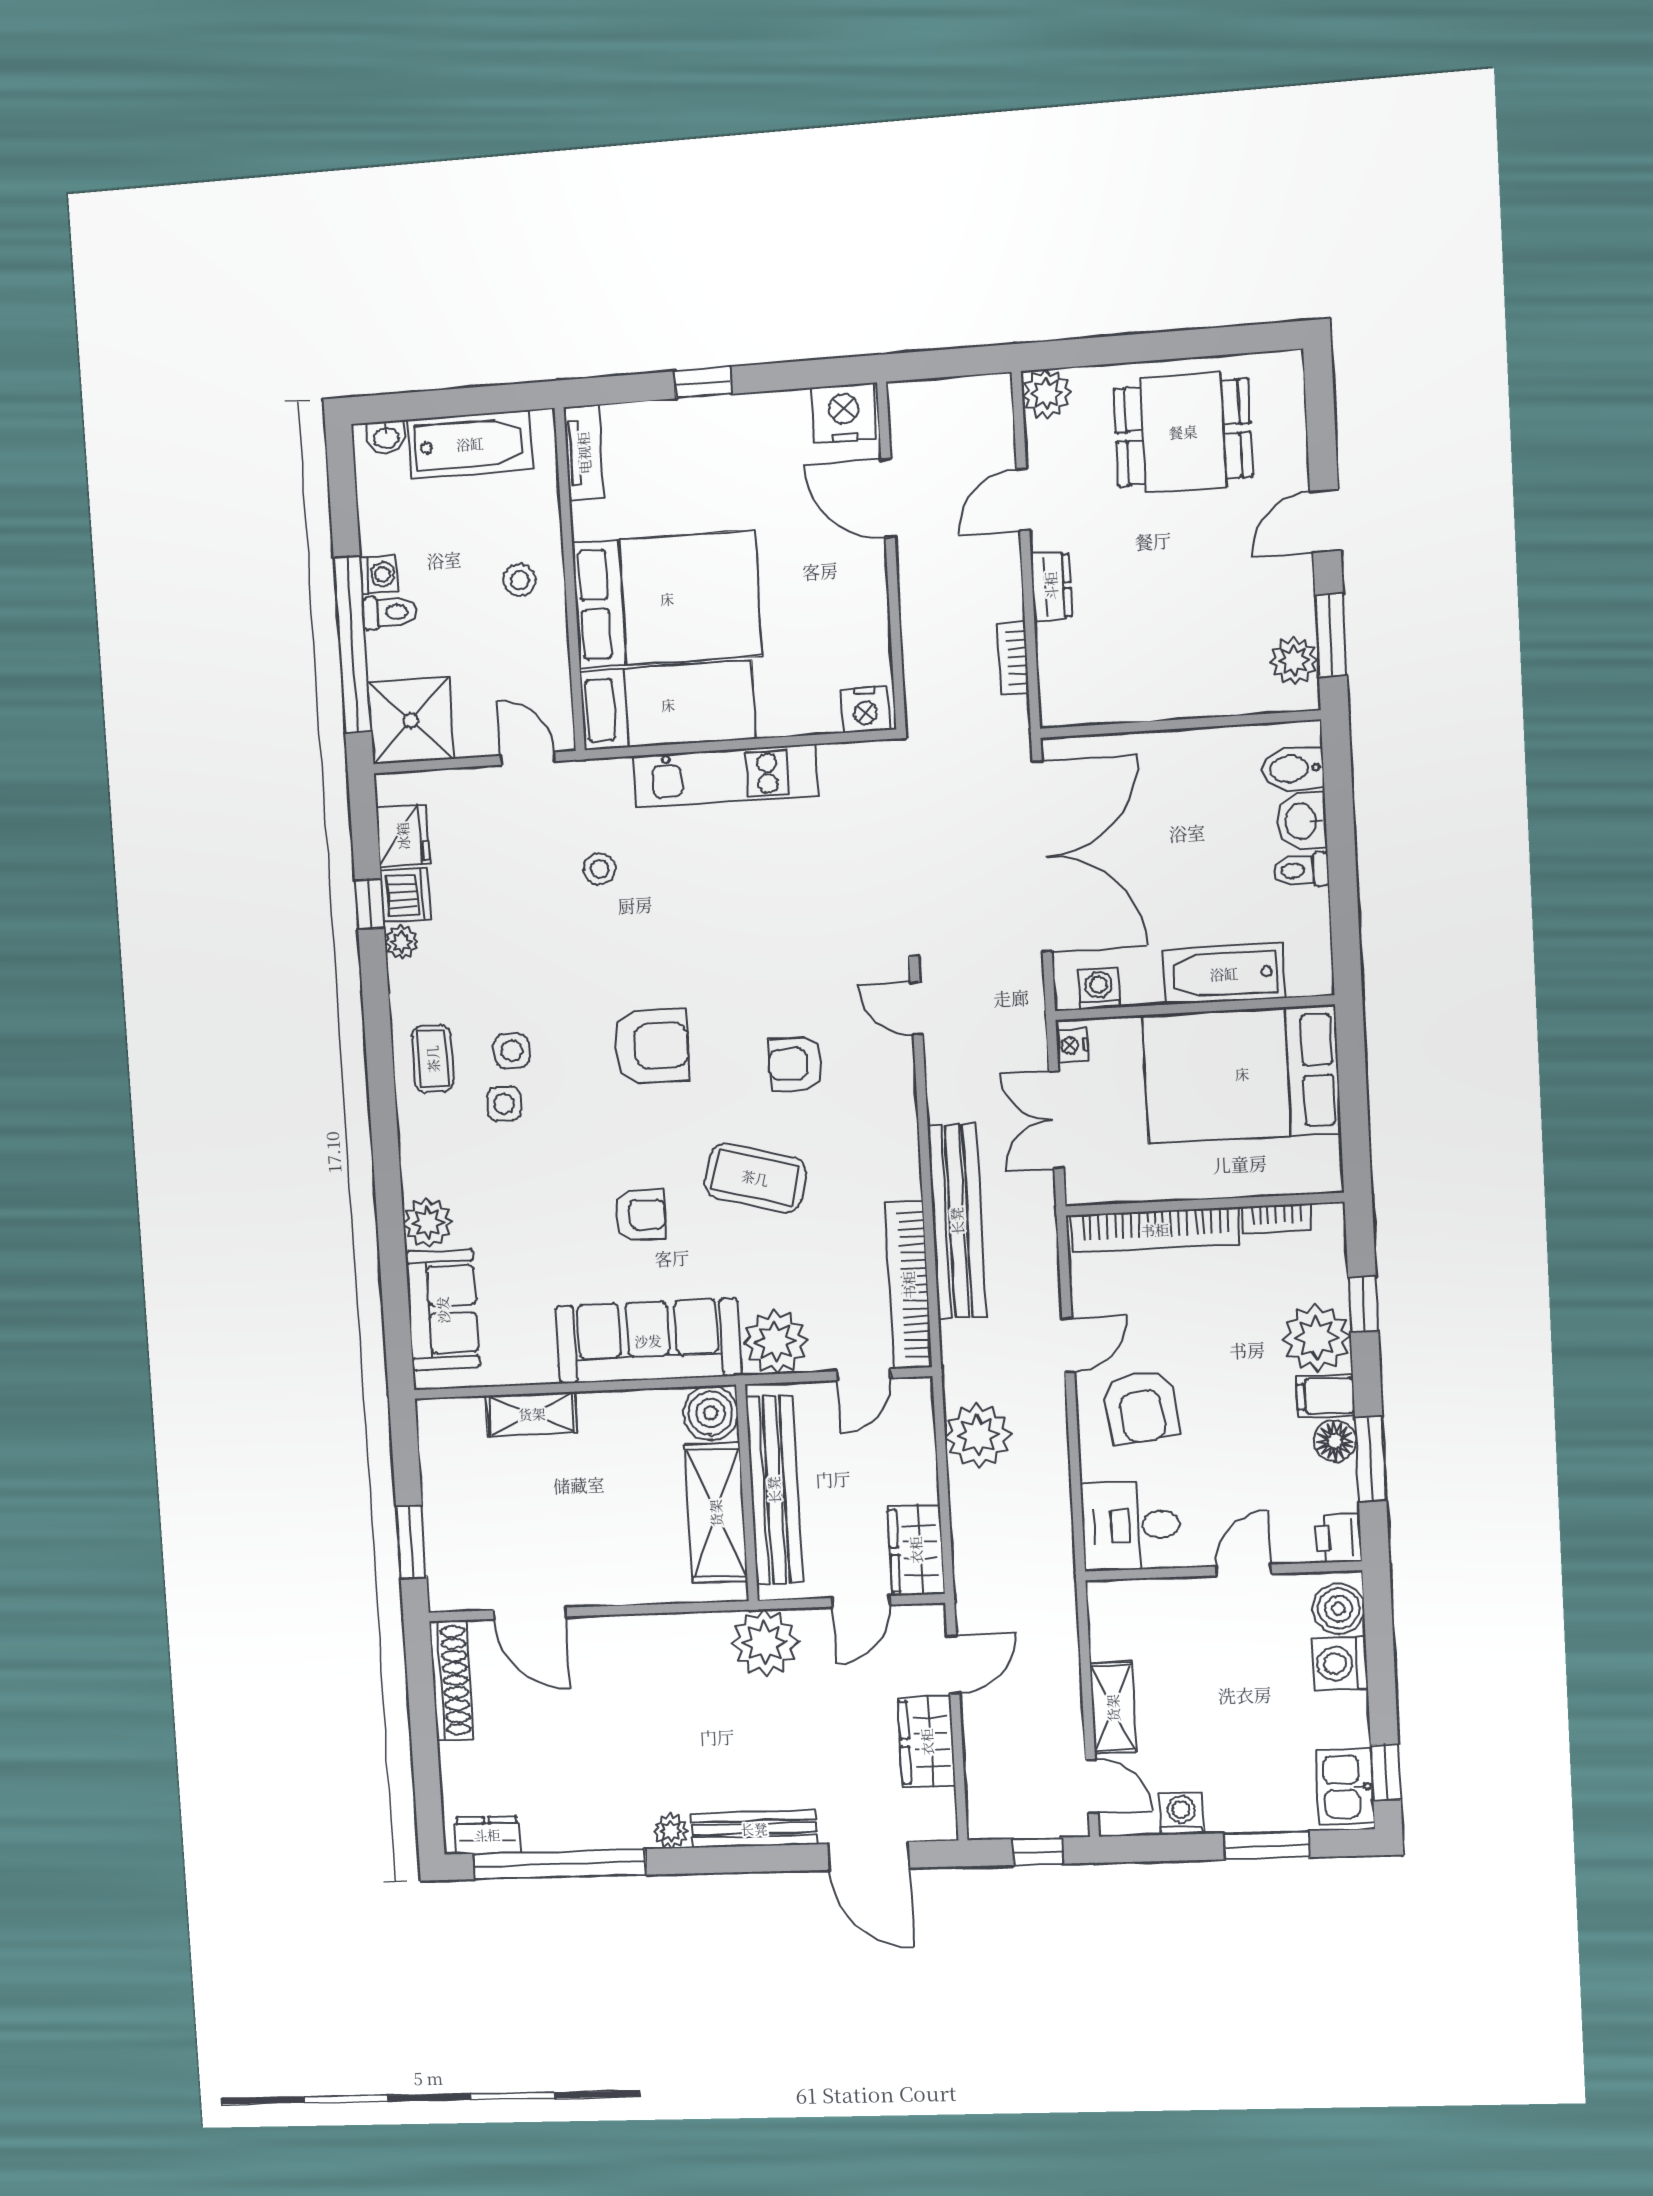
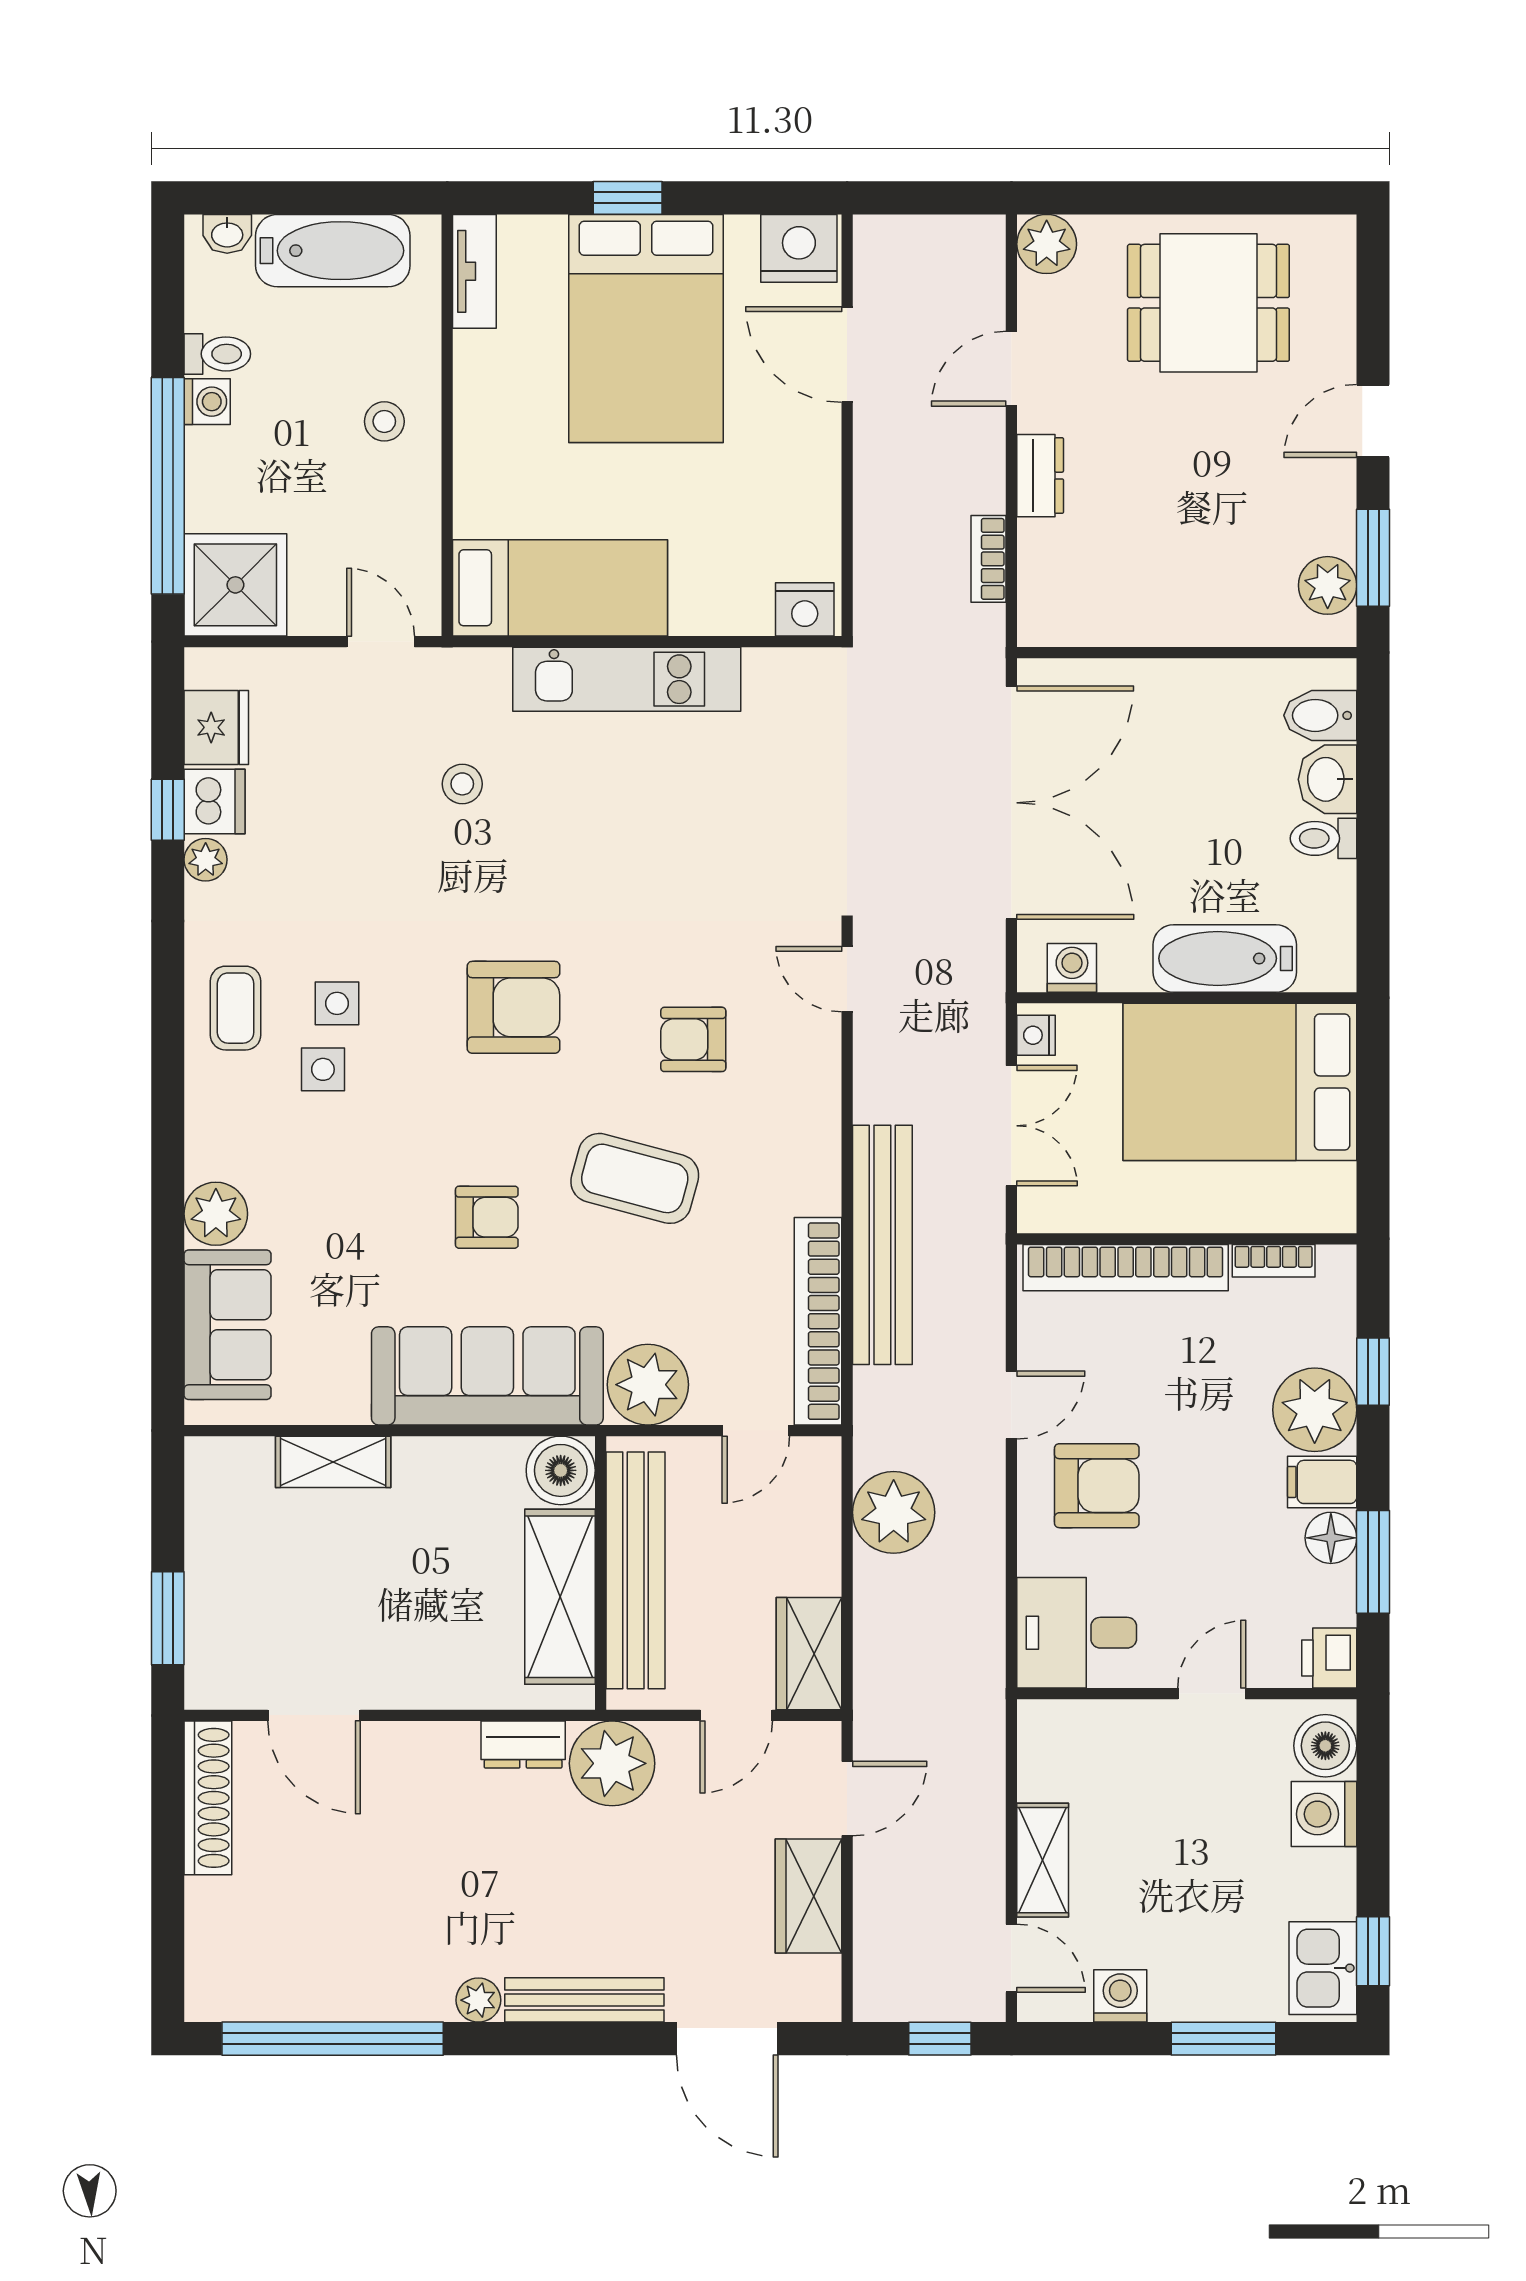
bed: (667, 599) -> (646, 328), moved, turned 90
toilet: (389, 612) -> (217, 354), moved
double door: (1056, 1120) -> (1011, 1126), swing flipped
armchair: (1141, 1407) -> (1097, 1486), turned -82
dresser: (487, 1835) -> (523, 1745), moved, turned 180

